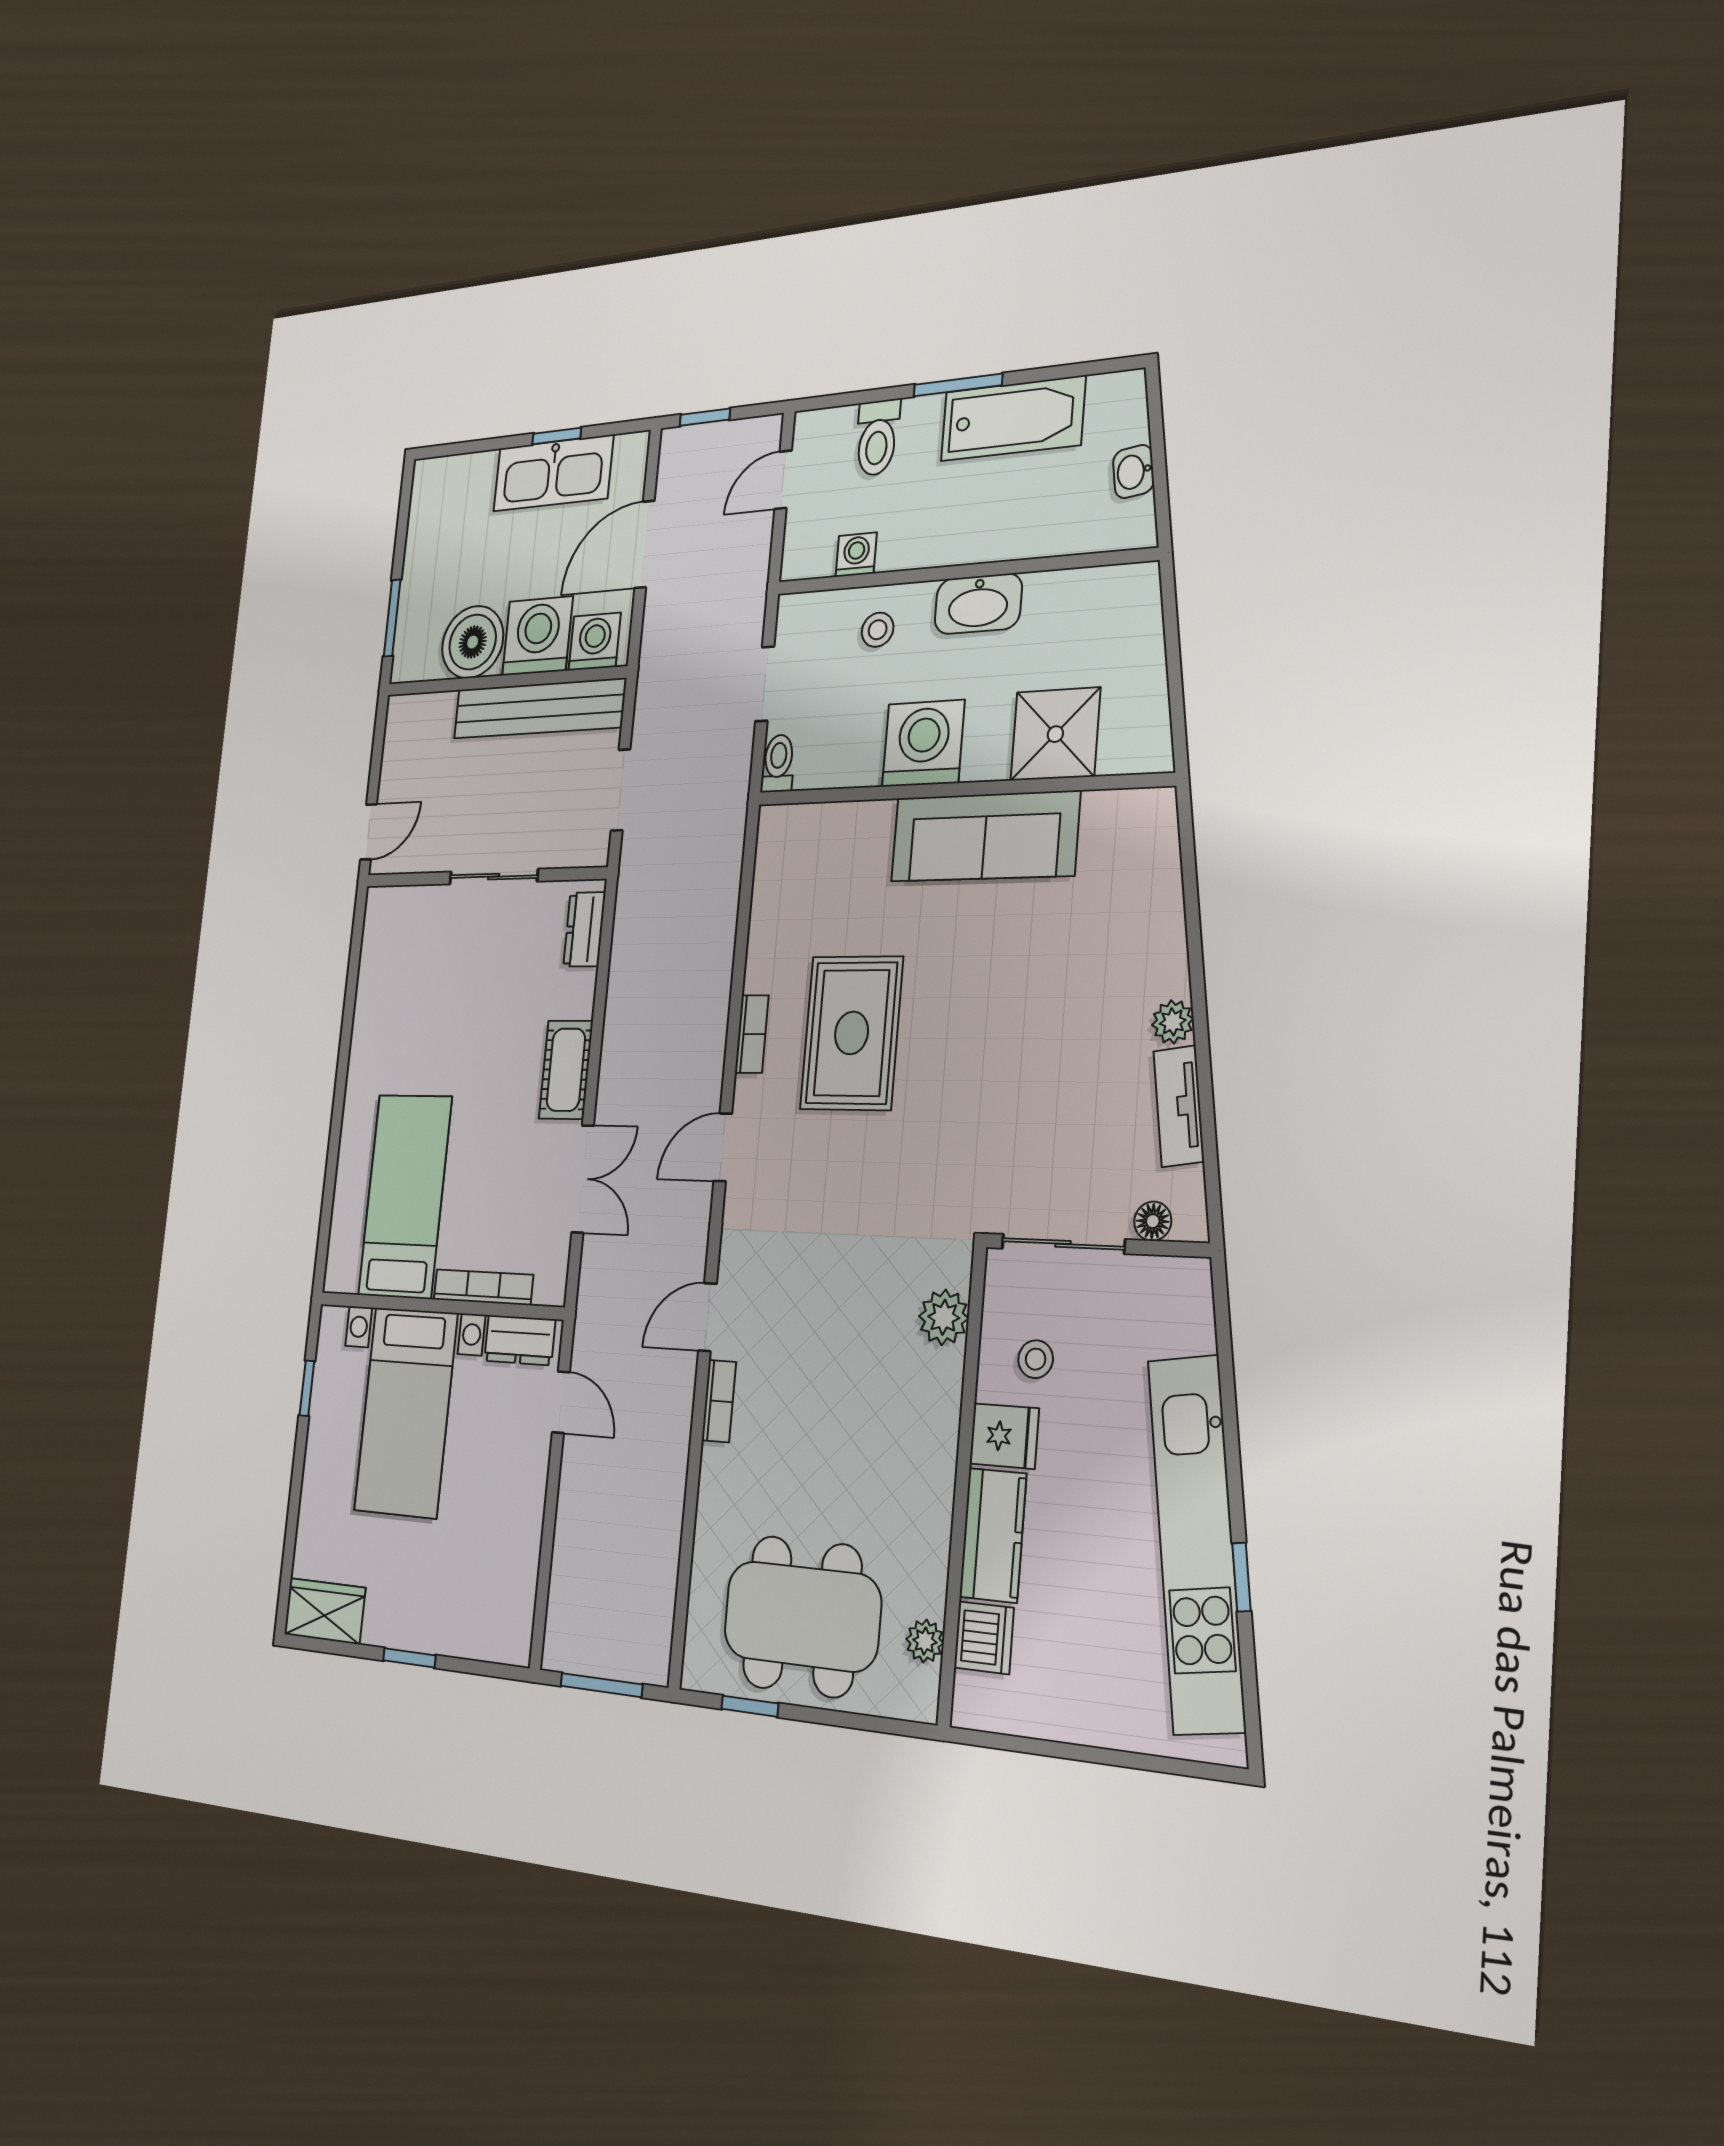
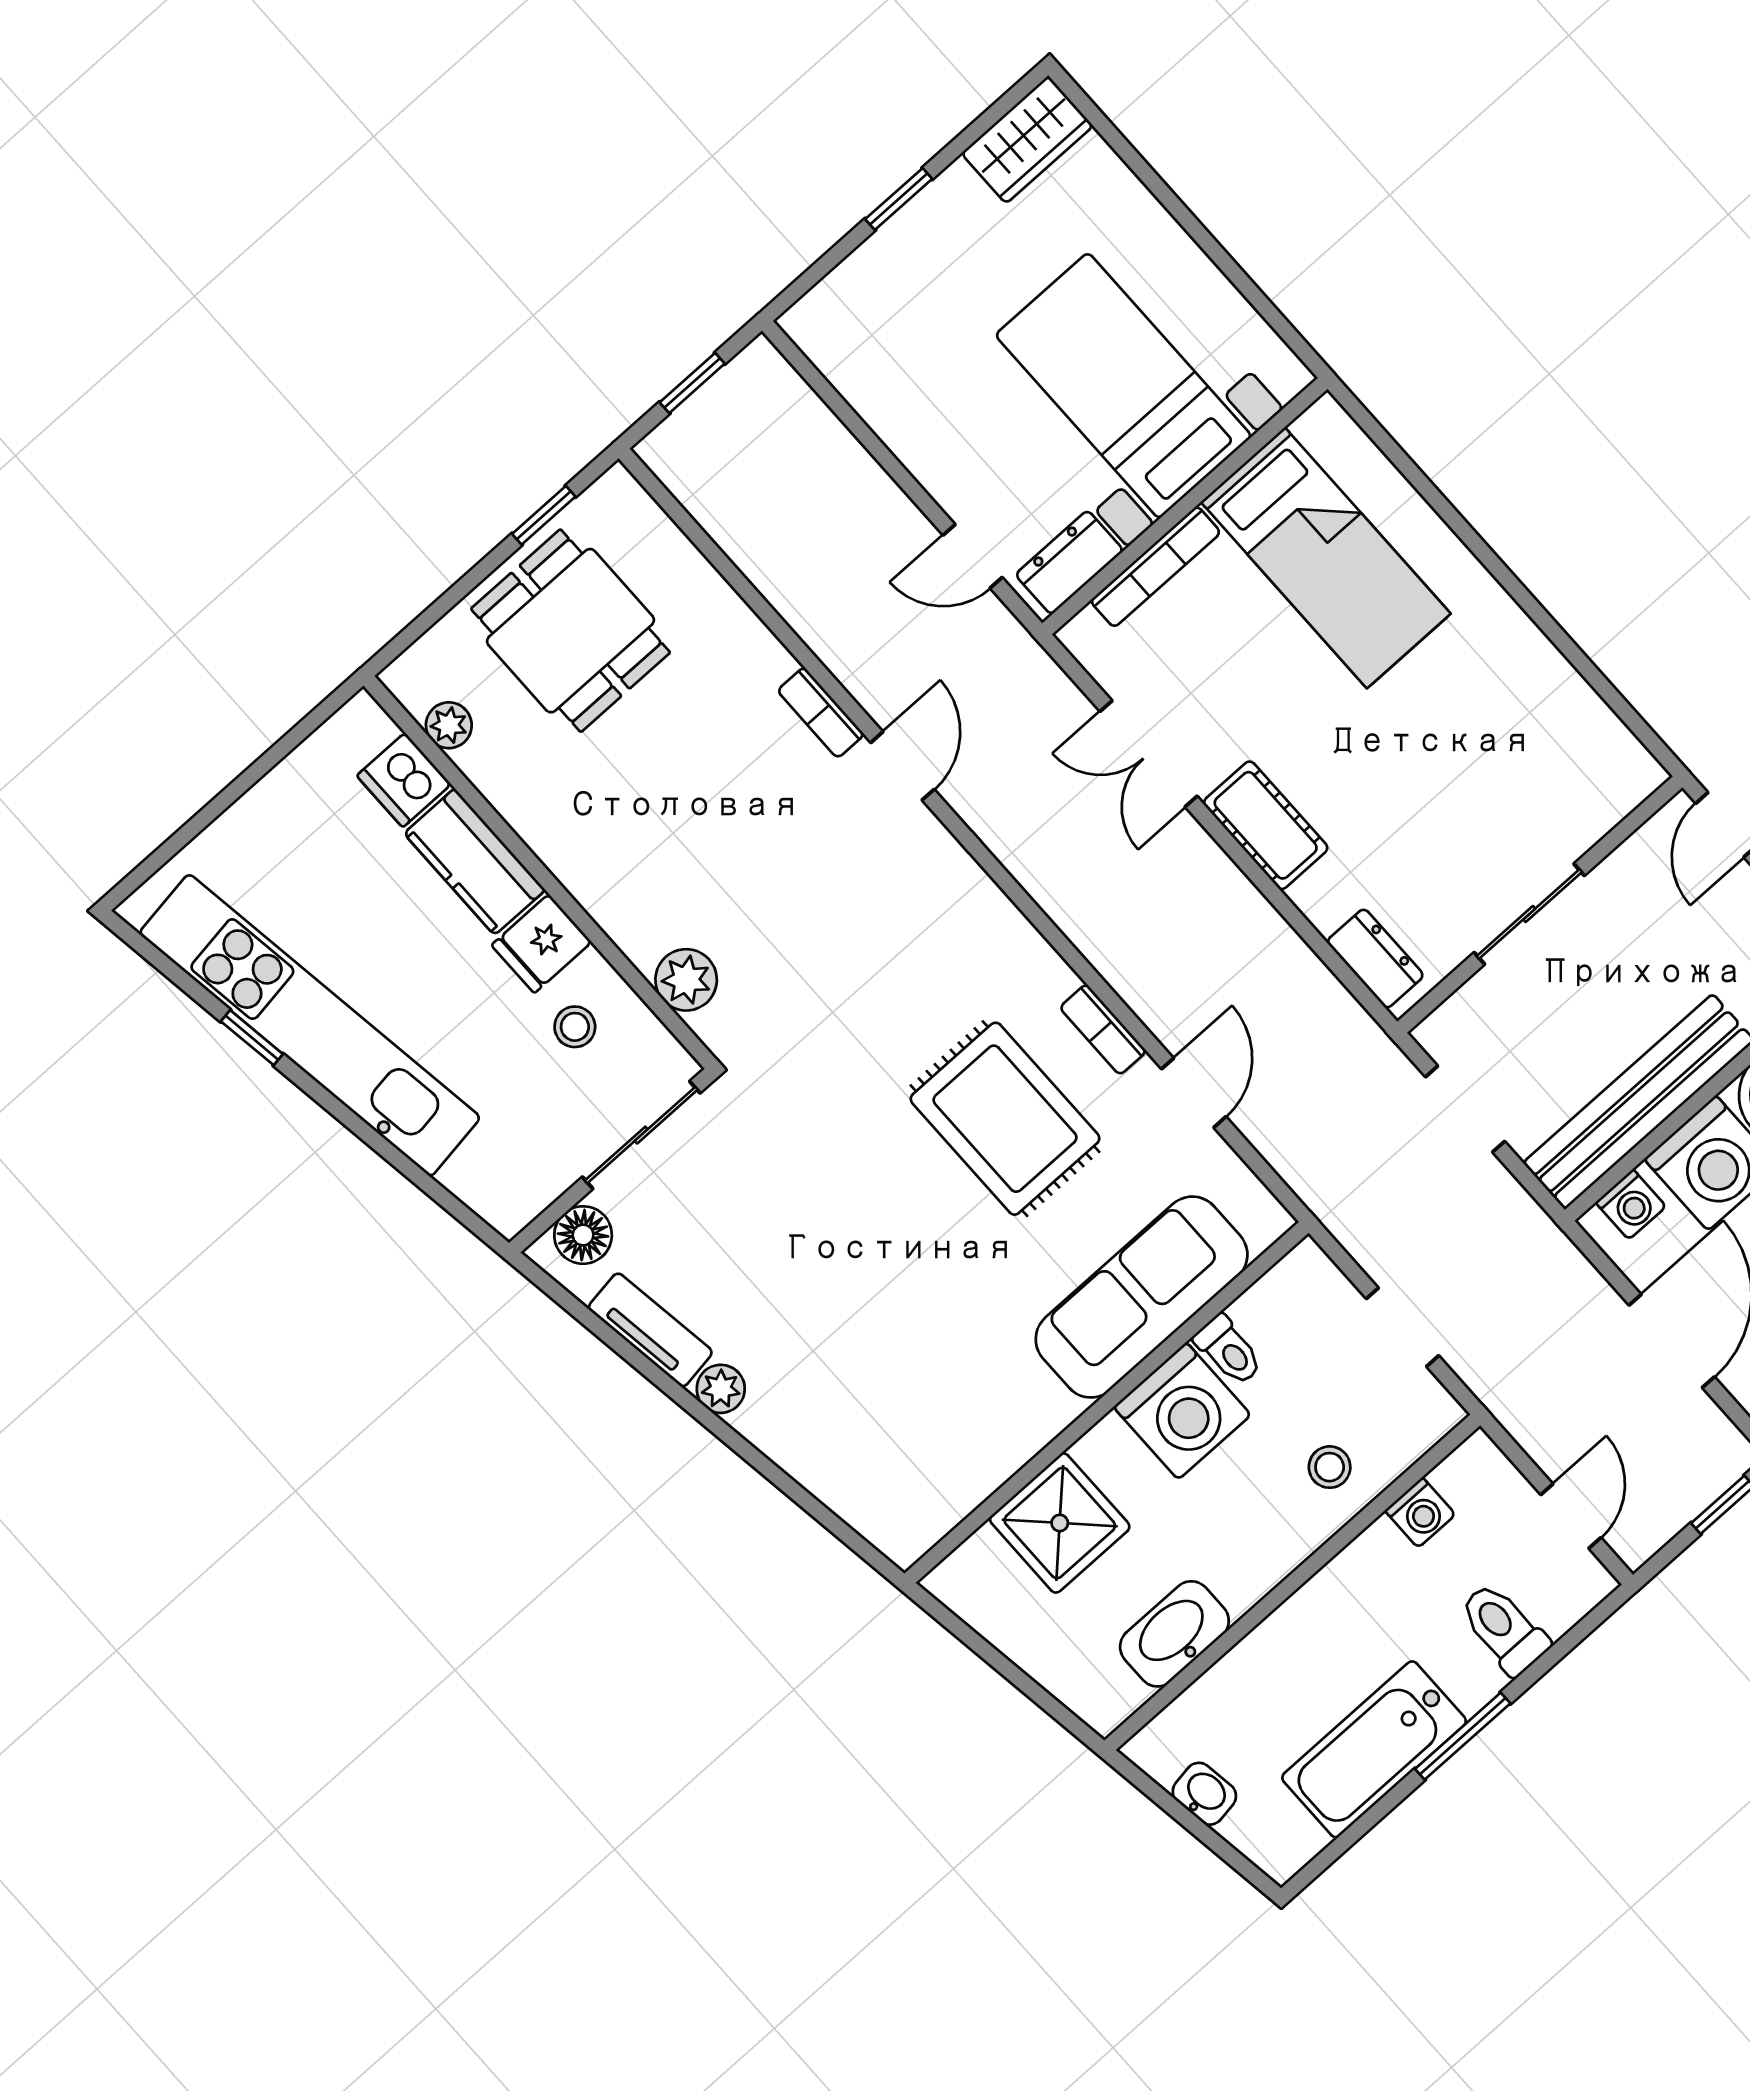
washbasin: (978, 604) -> (1174, 1634), moved
washing machine: (595, 642) -> (1631, 1204), width x0.73, depth x0.73
toilet: (778, 763) -> (1229, 1350), moved
sofa: (985, 836) -> (1142, 1297), moved
door: (723, 1147) -> (1194, 1093), moved
floor lamp: (1153, 1221) -> (583, 1235), width x1.37, depth x1.37
window: (307, 1388) -> (1254, 295), removed
dining table: (802, 1616) -> (571, 631), width x0.73
window: (601, 1685) -> (692, 383), width x0.67

